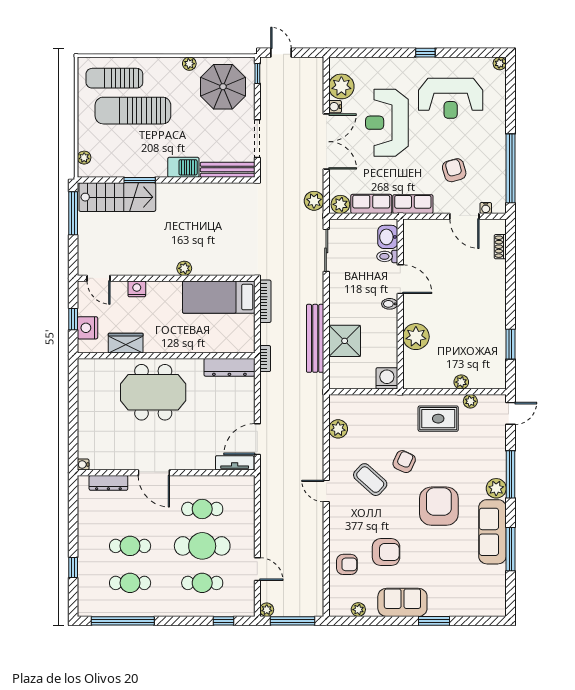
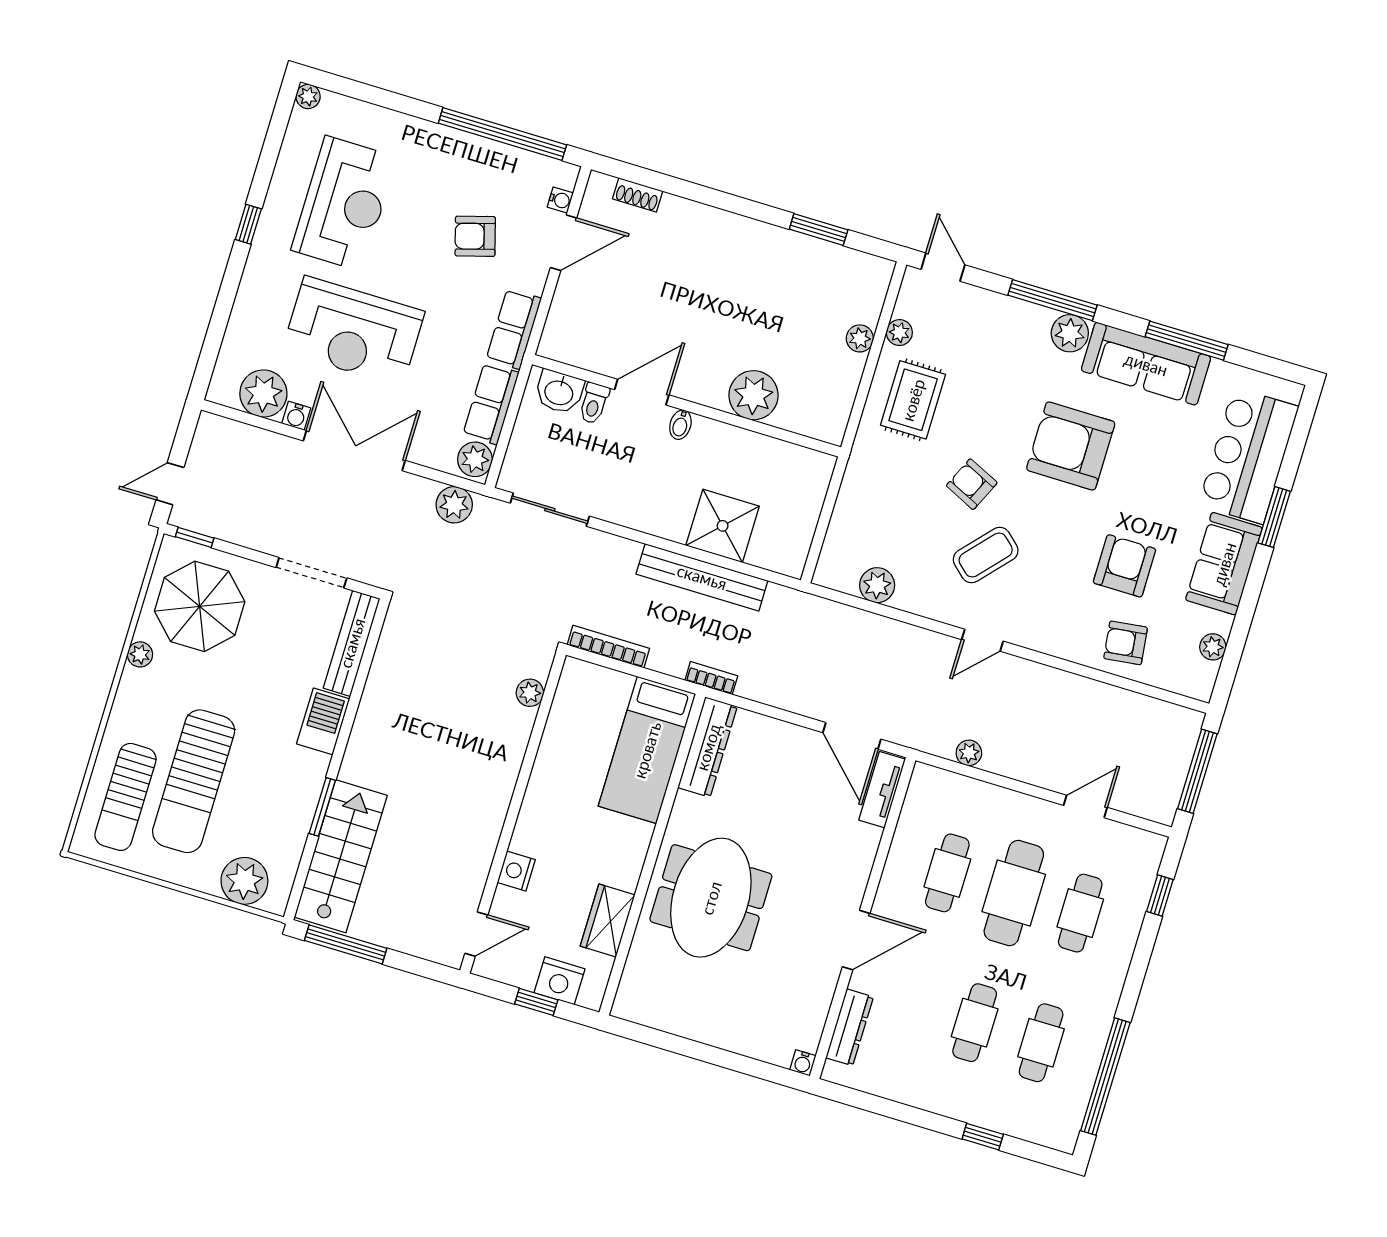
plant: (84, 158) -> (244, 881), width x1.87, depth x1.87
plant: (184, 268) -> (530, 693), moved
bed: (219, 297) -> (647, 750), moved
washing machine: (387, 378) -> (813, 470), removed
armchair: (347, 564) -> (1126, 643), turned -97
bar counter: (461, 598) -> (1248, 456), added
plant: (267, 610) -> (969, 753), moved

